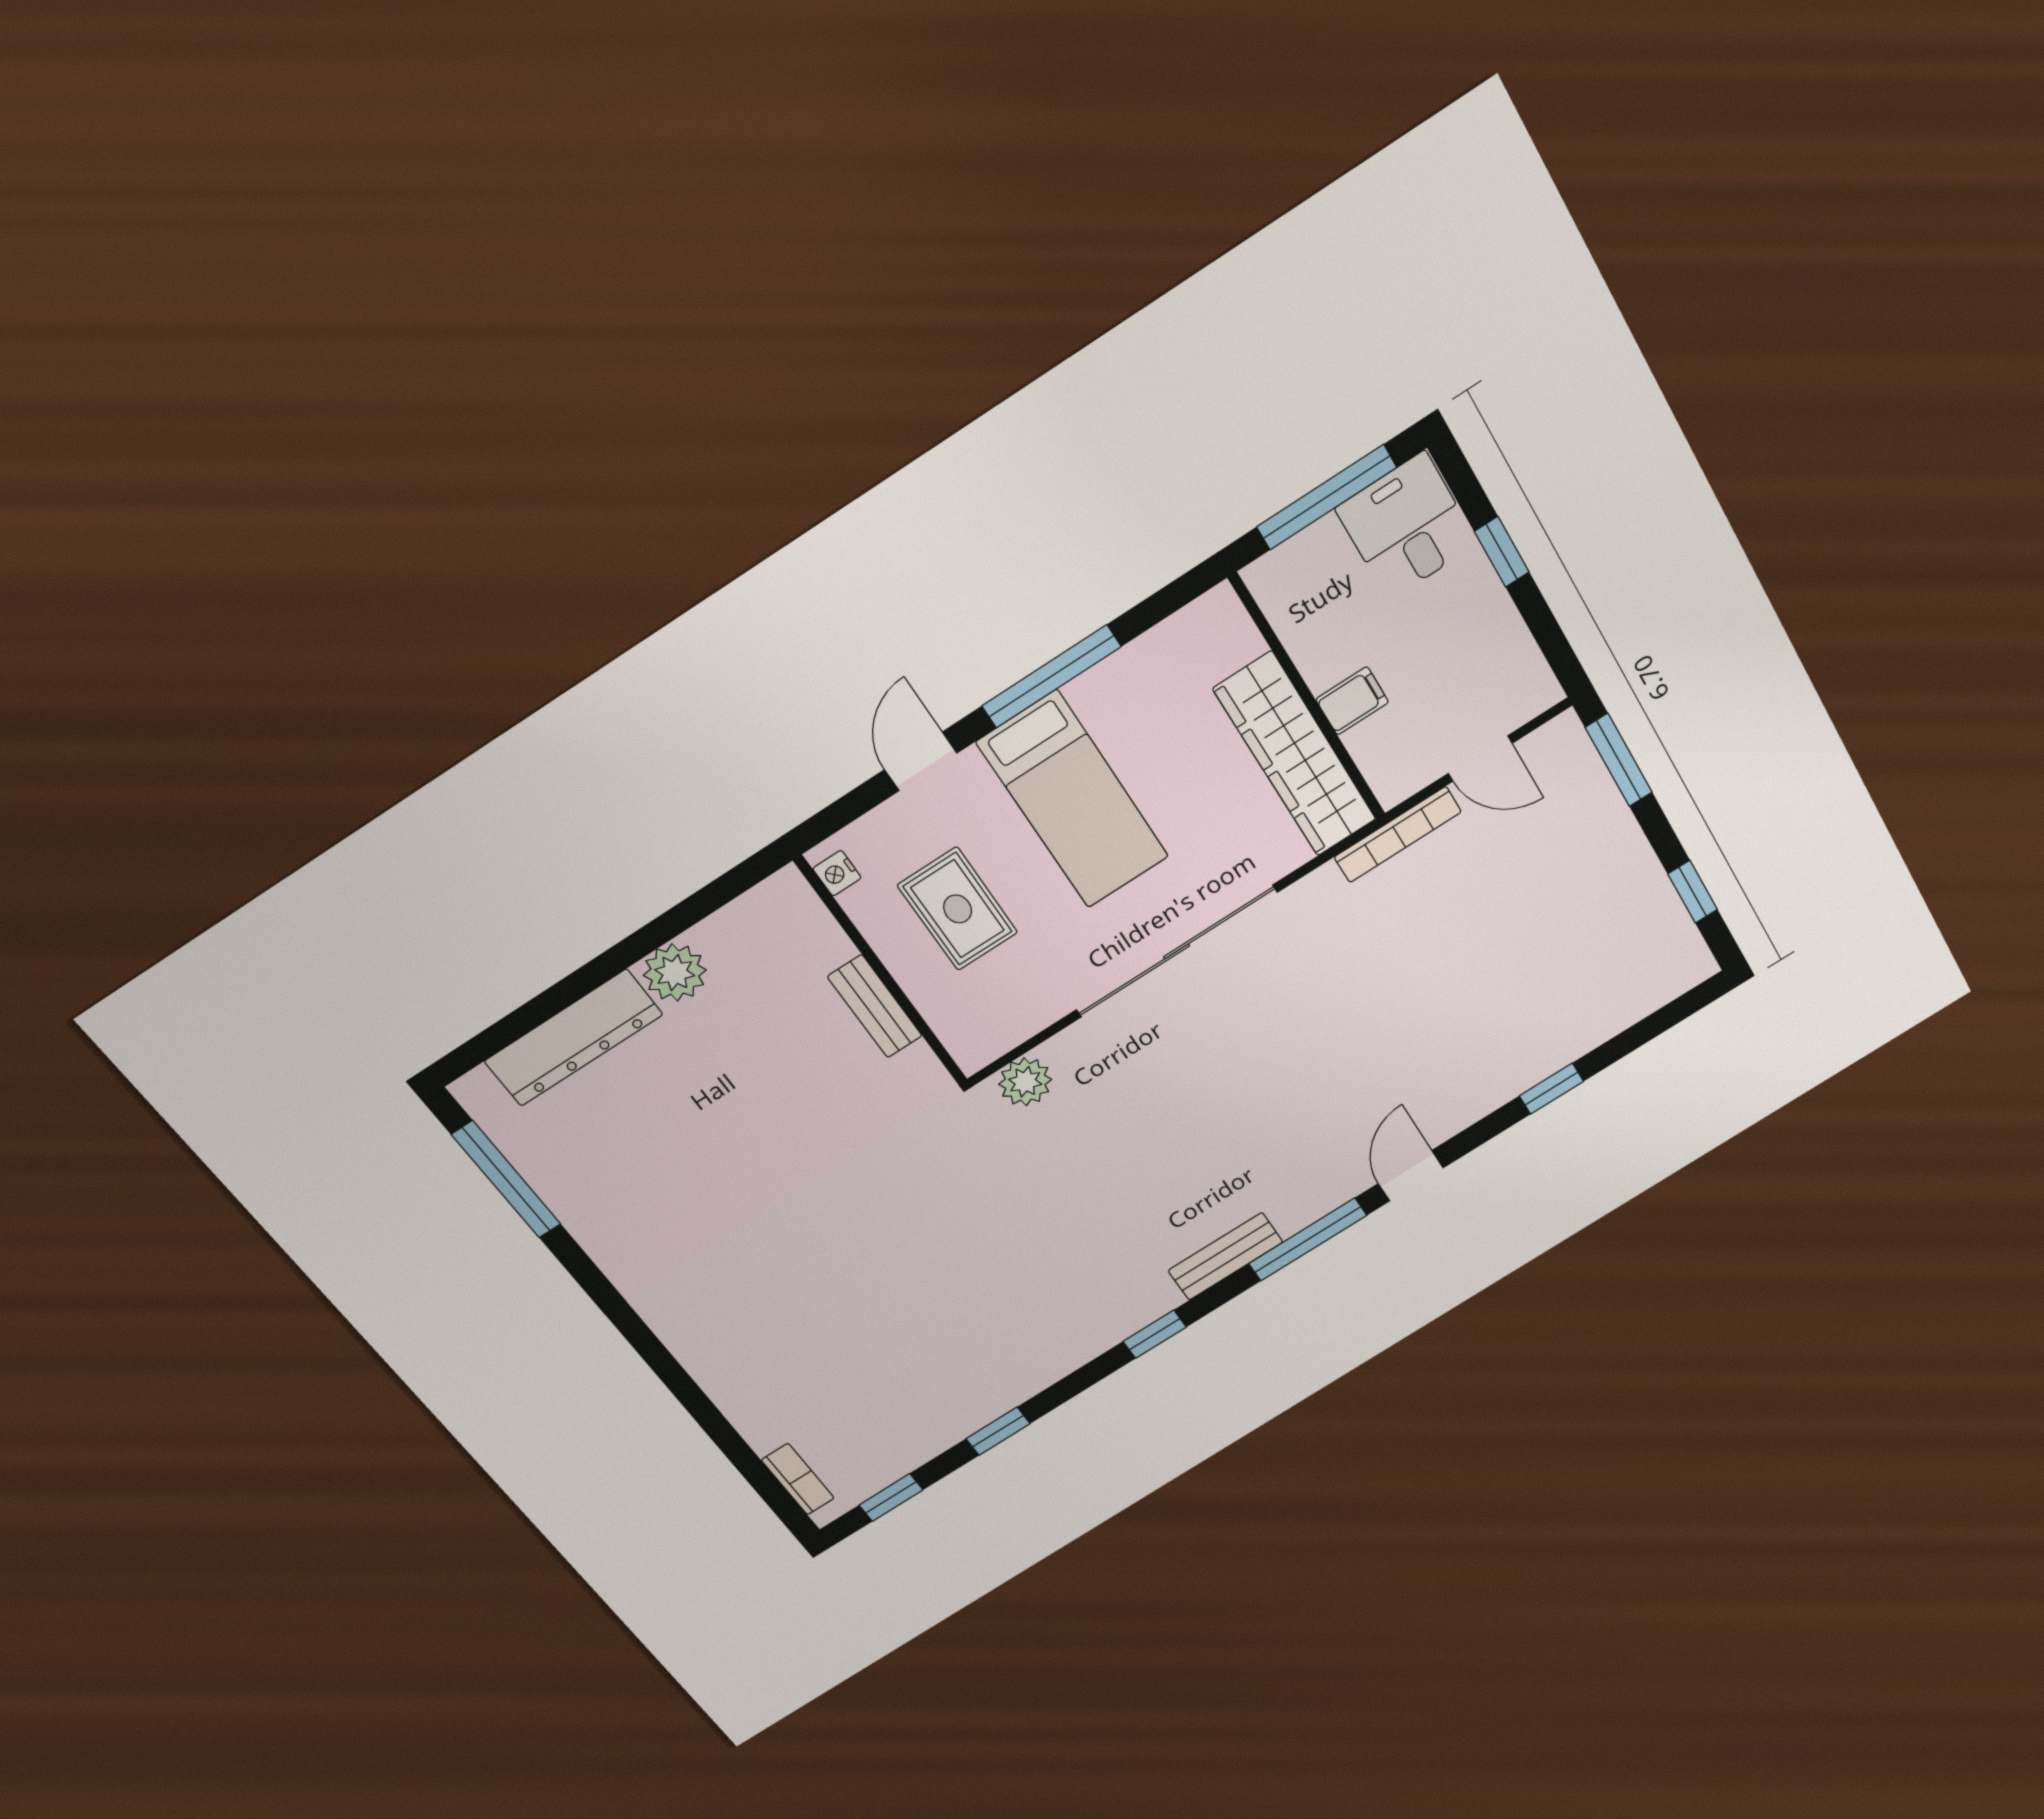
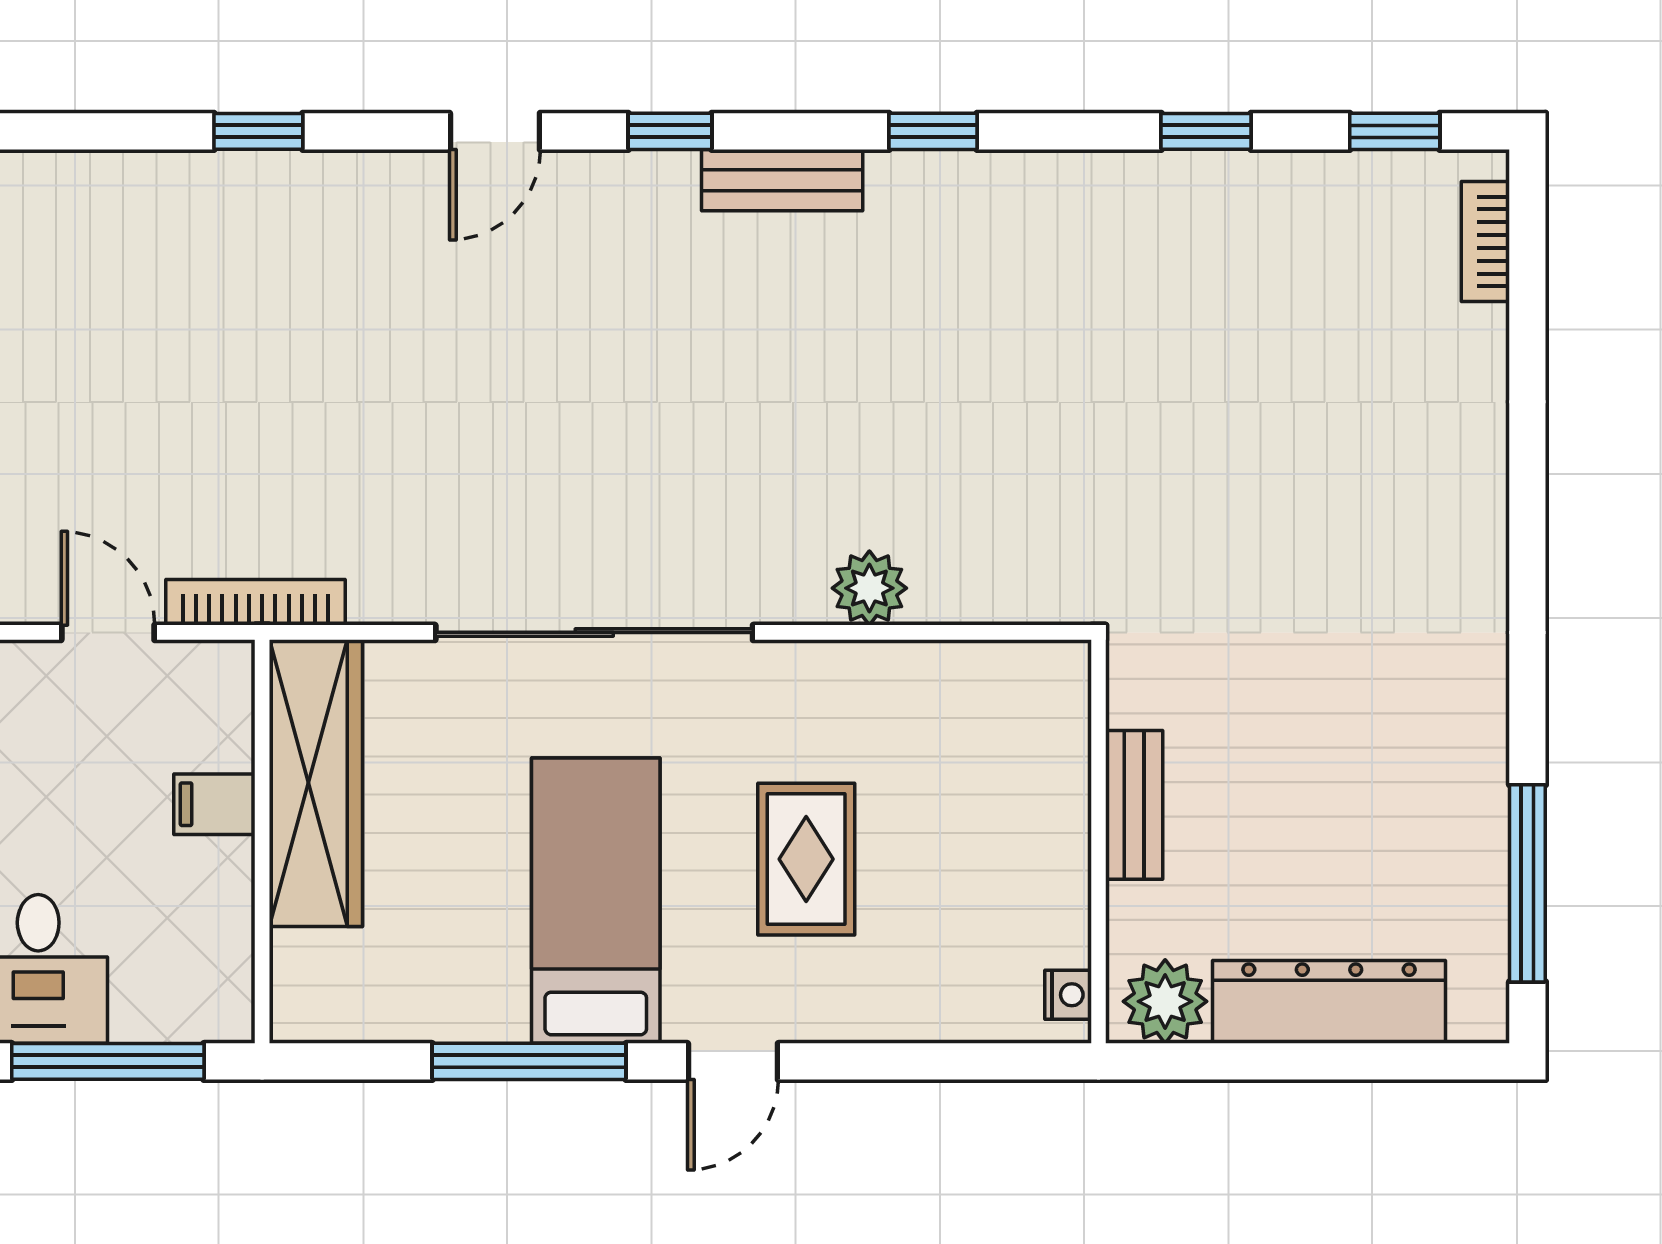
nightstand: (837, 873) -> (1068, 995), moved
wall: (882, 972) -> (1098, 842), moved
bench: (875, 1006) -> (1134, 805), moved
window: (1308, 1239) -> (670, 131), width x0.46

